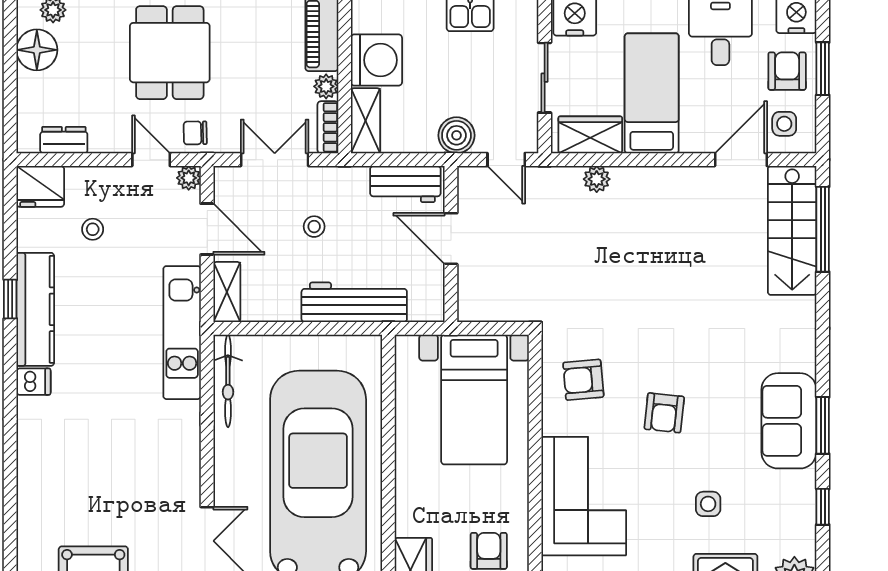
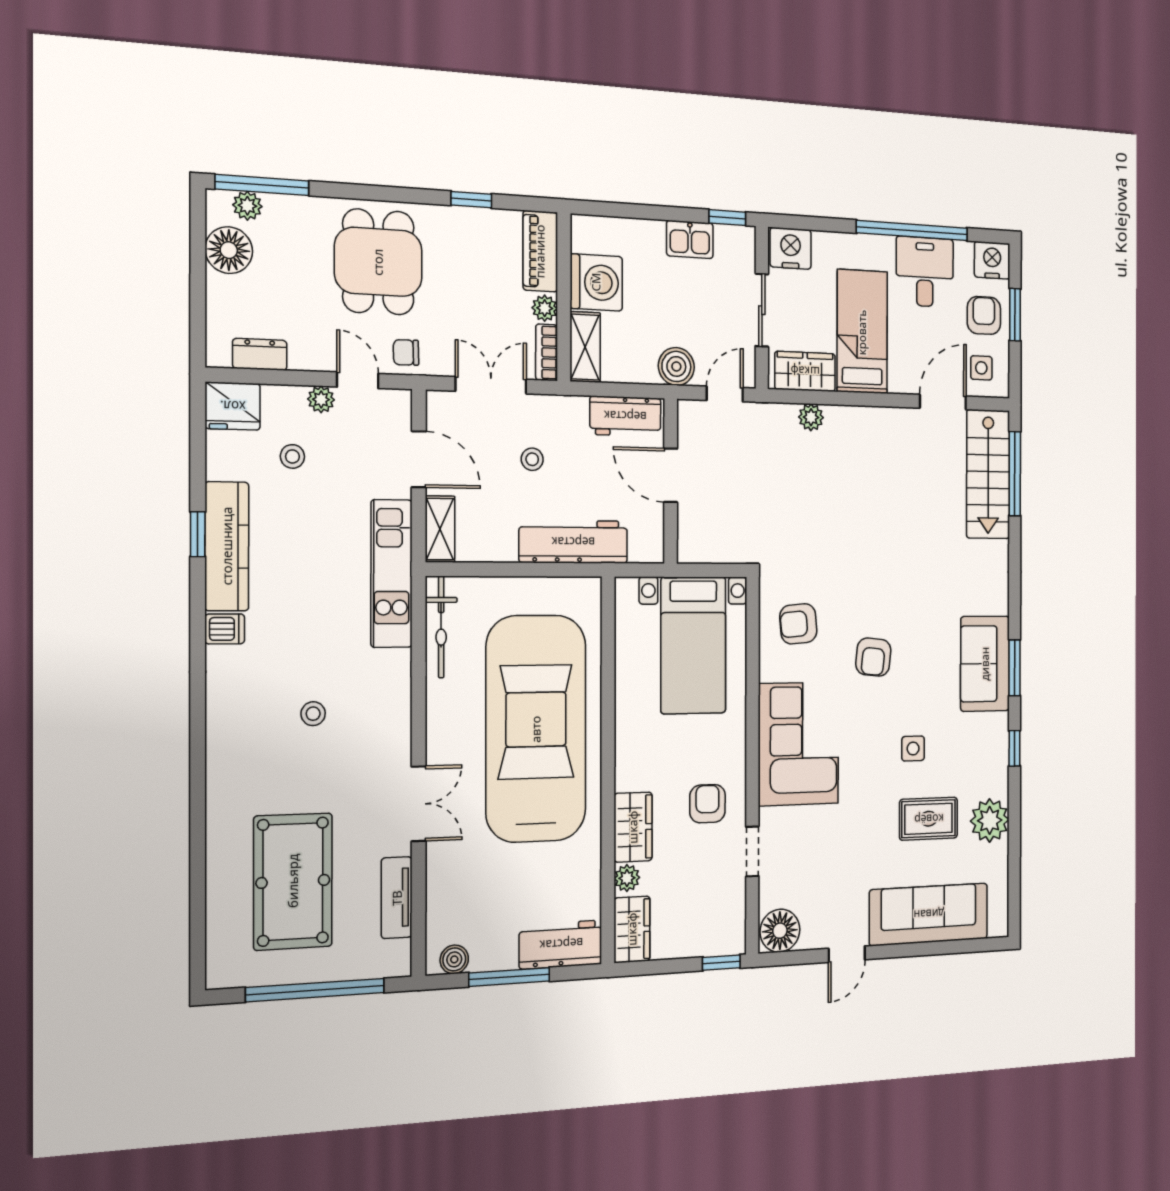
door: (506, 160) -> (725, 394), swing flipped
plant: (189, 178) -> (321, 399), moved
stool: (111, 457) -> (313, 714), added

